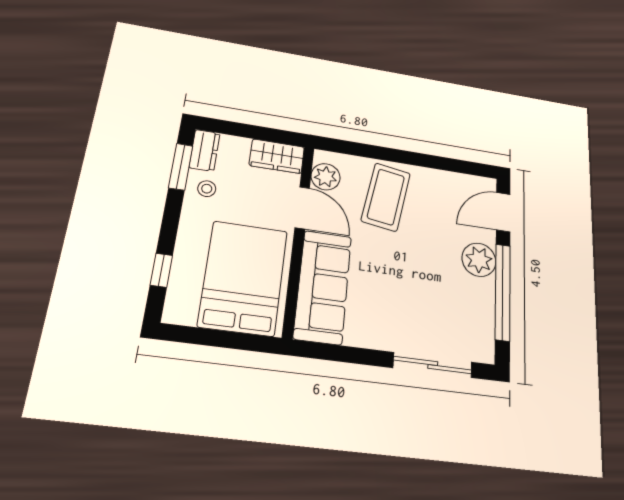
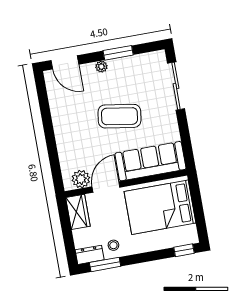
coffee table: (386, 197) -> (119, 116), moved
plant: (479, 260) -> (101, 67), width x0.53, depth x0.53
window: (161, 270) -> (184, 250), moved
window: (503, 292) -> (118, 53), width x0.47

